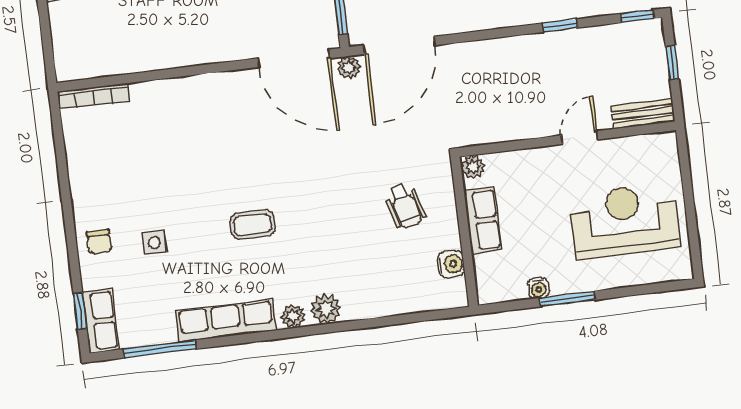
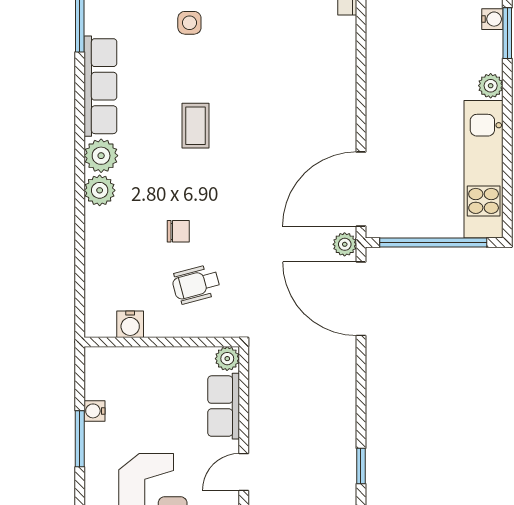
door: (580, 137) -> (244, 472), swing flipped
row of seats: (483, 220) -> (224, 406), moved, turned 90
chair: (356, 229) -> (178, 231), added
plant: (293, 316) -> (101, 156), width x1.38, depth x1.38

